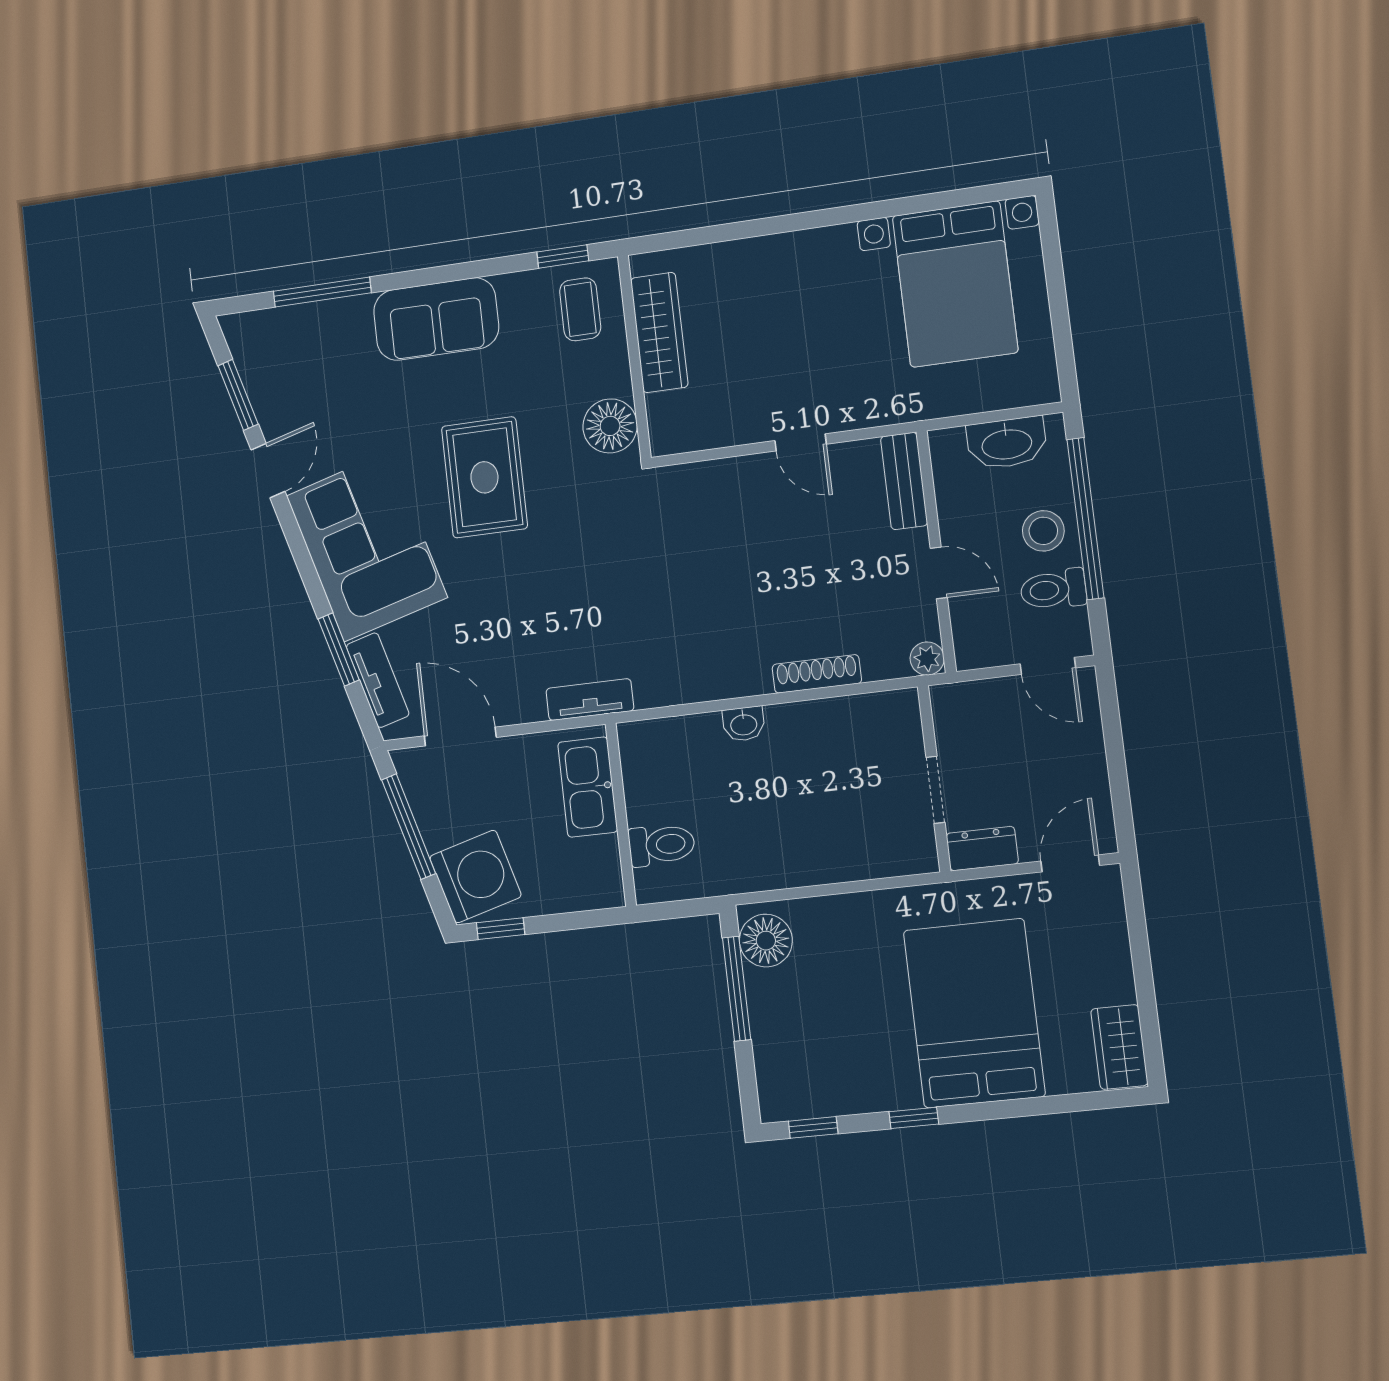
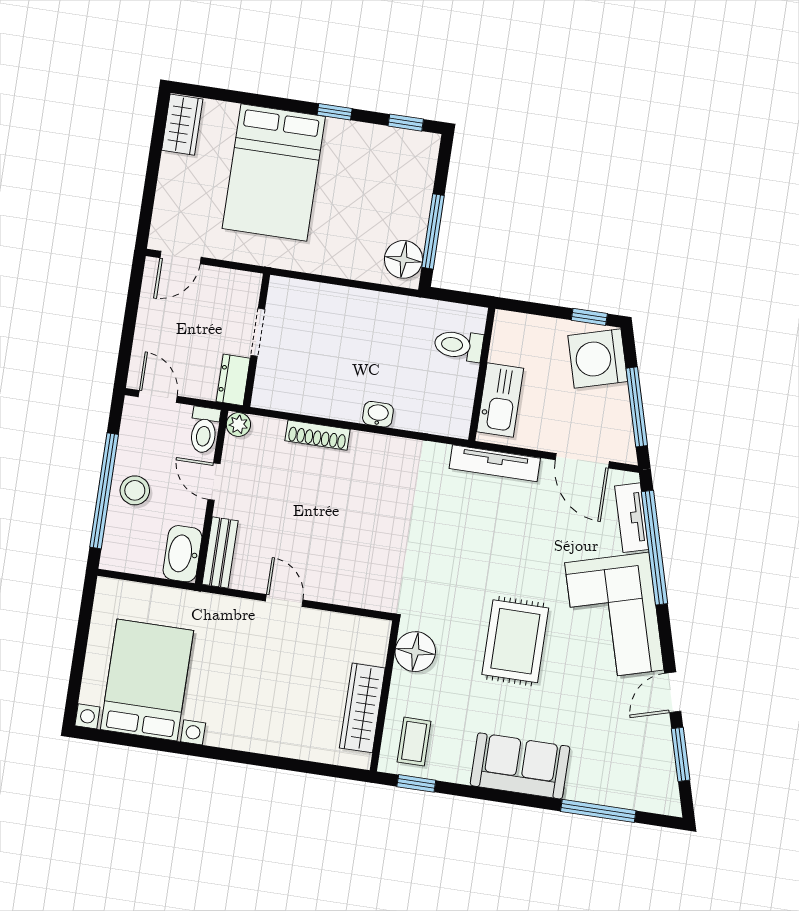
washbasin: (1007, 443) -> (182, 554), moved, turned -90
toilet: (1053, 589) -> (204, 430), moved, turned 90
window: (339, 649) -> (655, 548), width x2.11
tv unit: (590, 700) -> (495, 463), width x1.41
dresser: (982, 849) -> (233, 380), moved, turned 90

